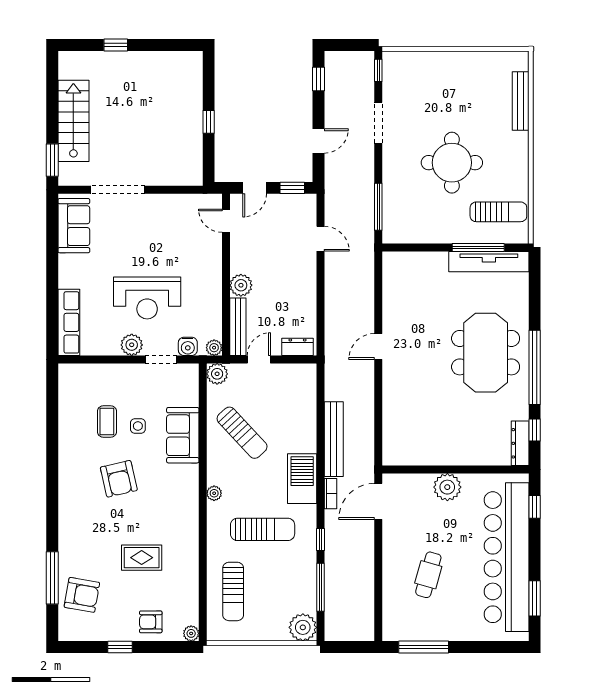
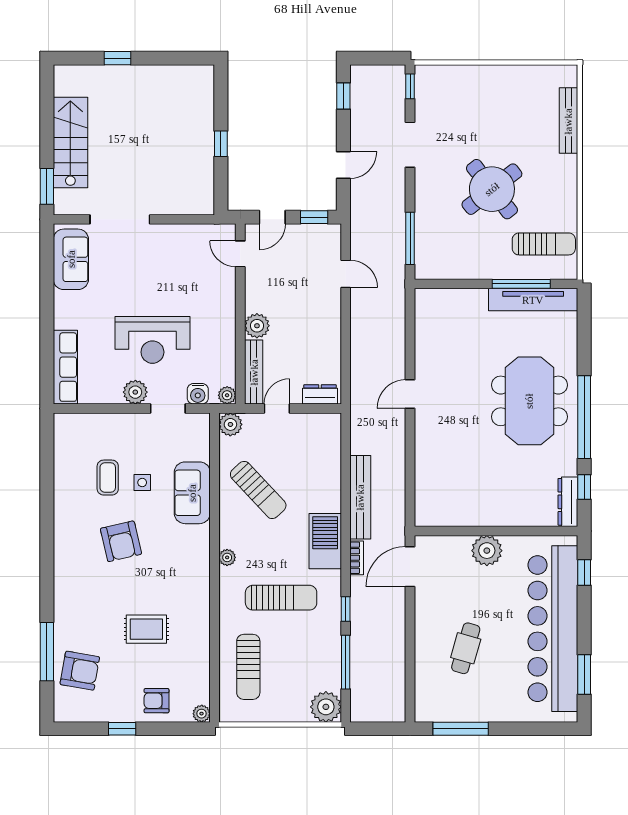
round table: (452, 163) -> (492, 189), turned -38

